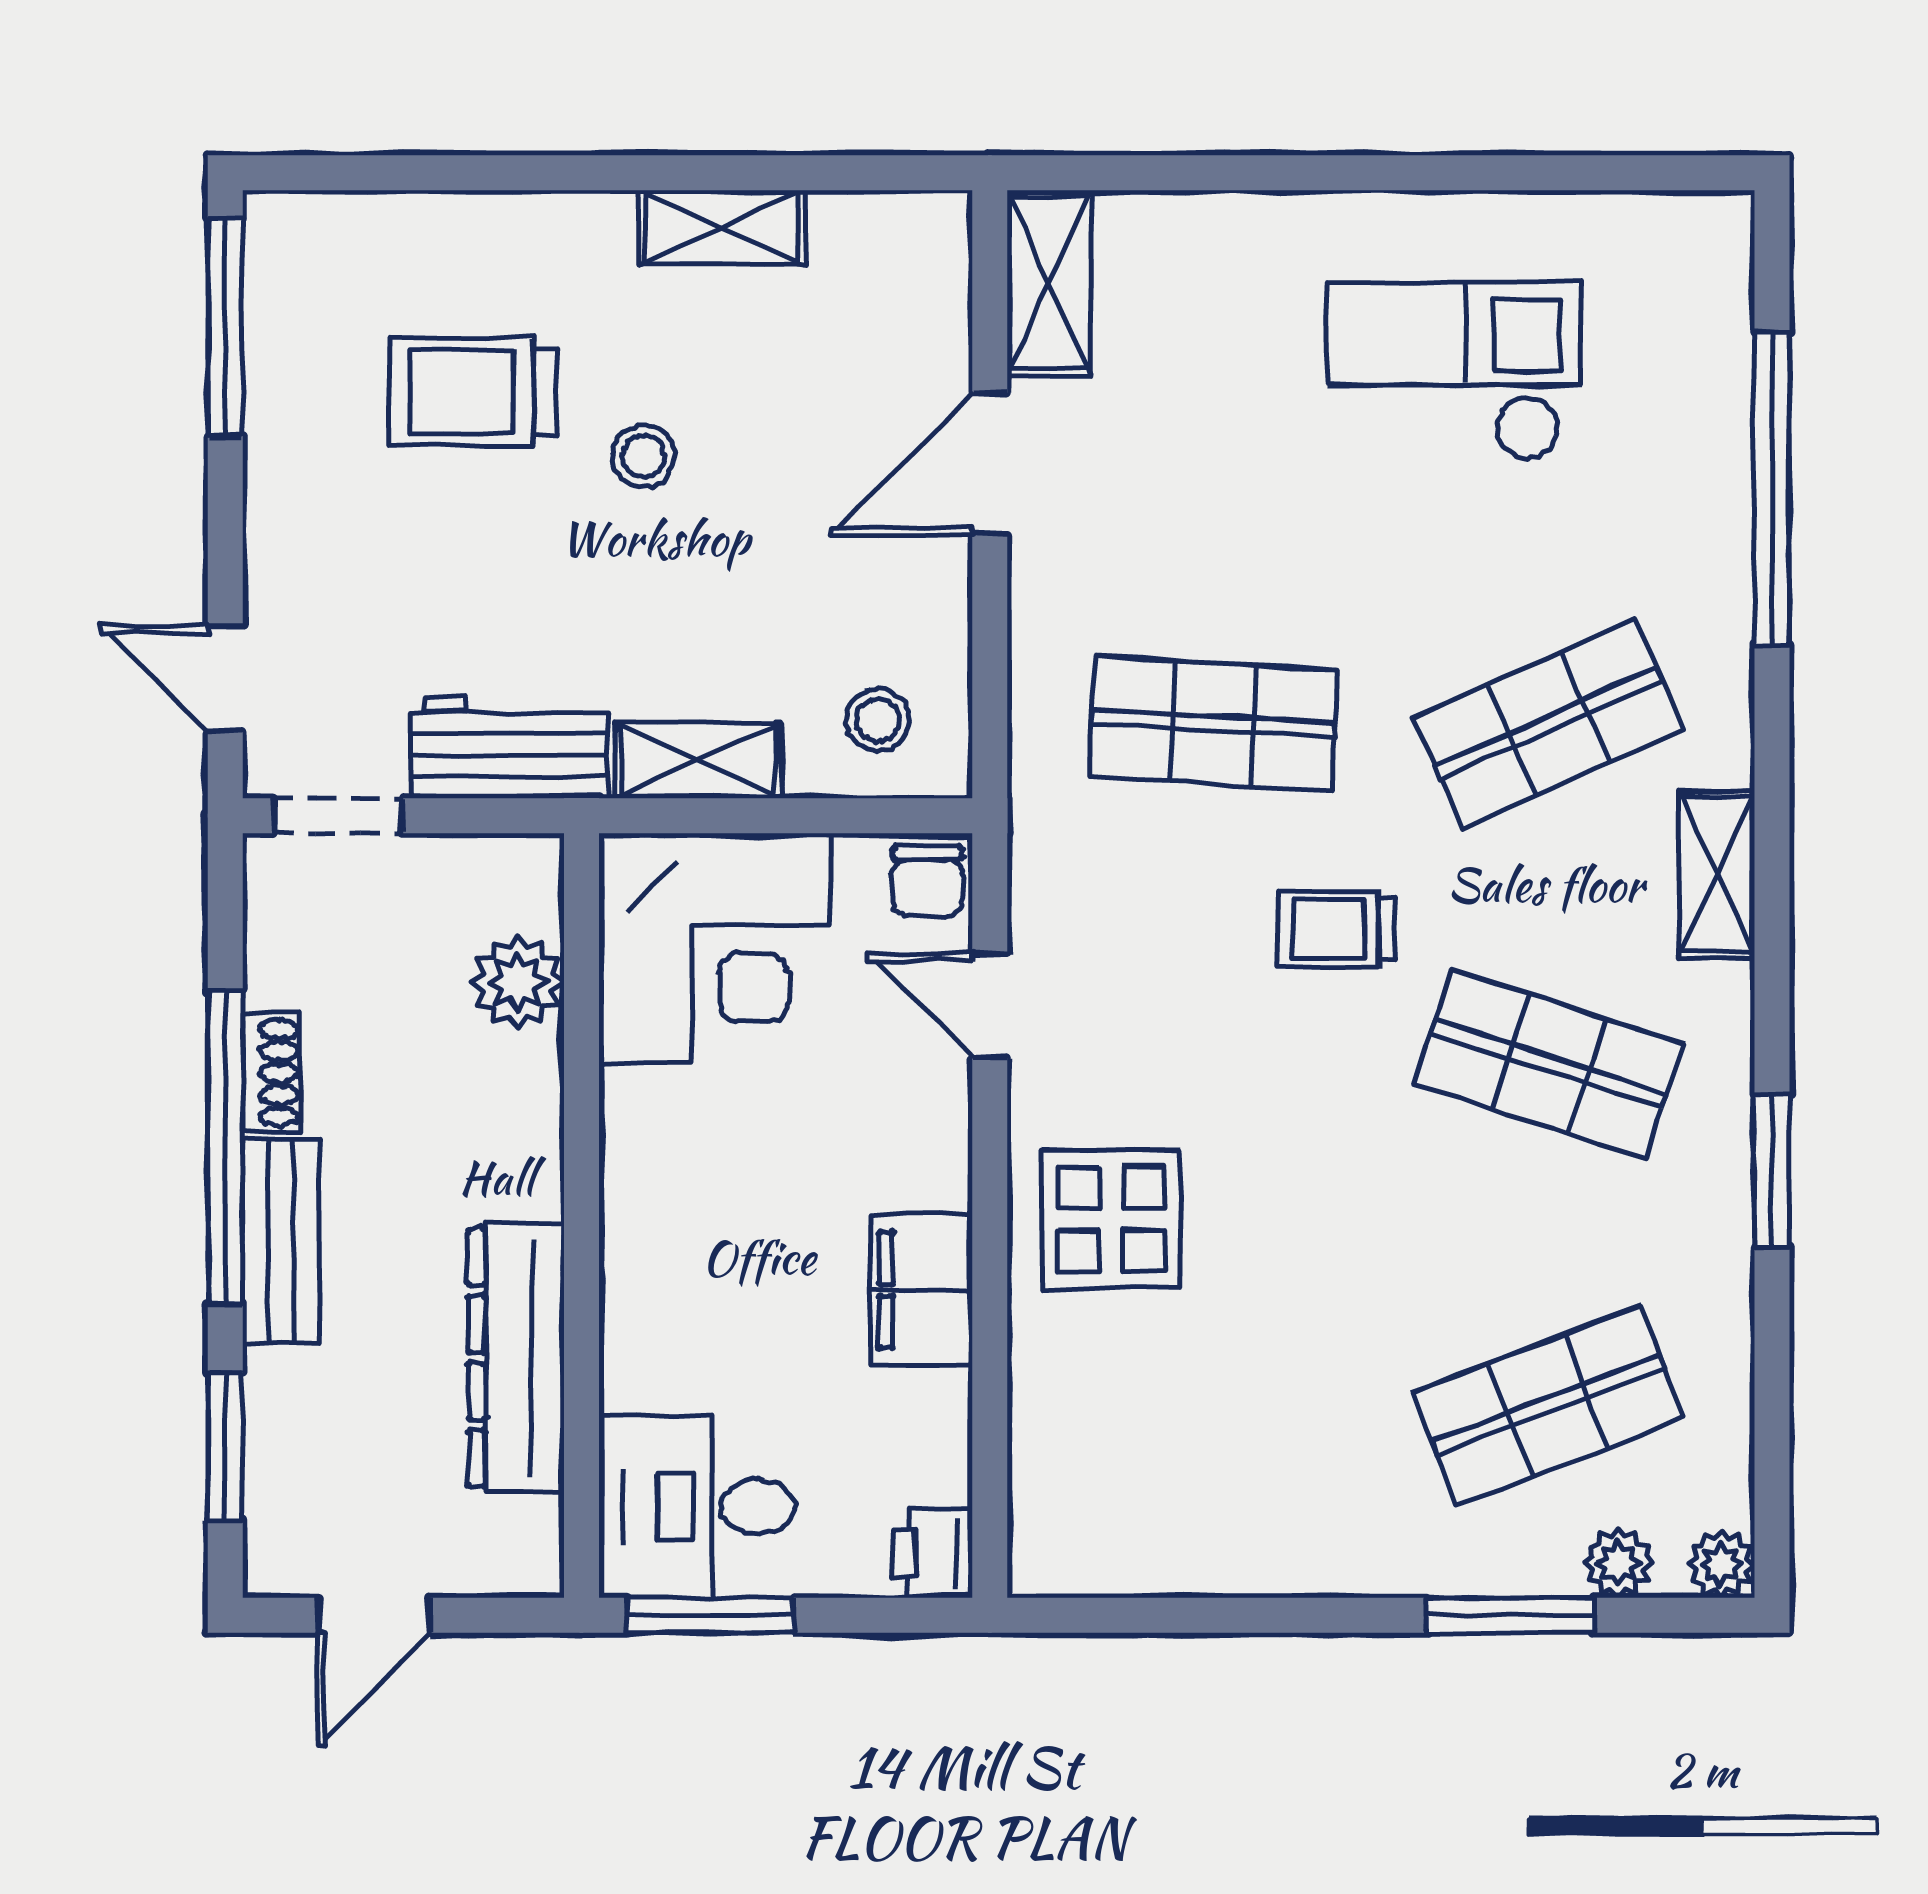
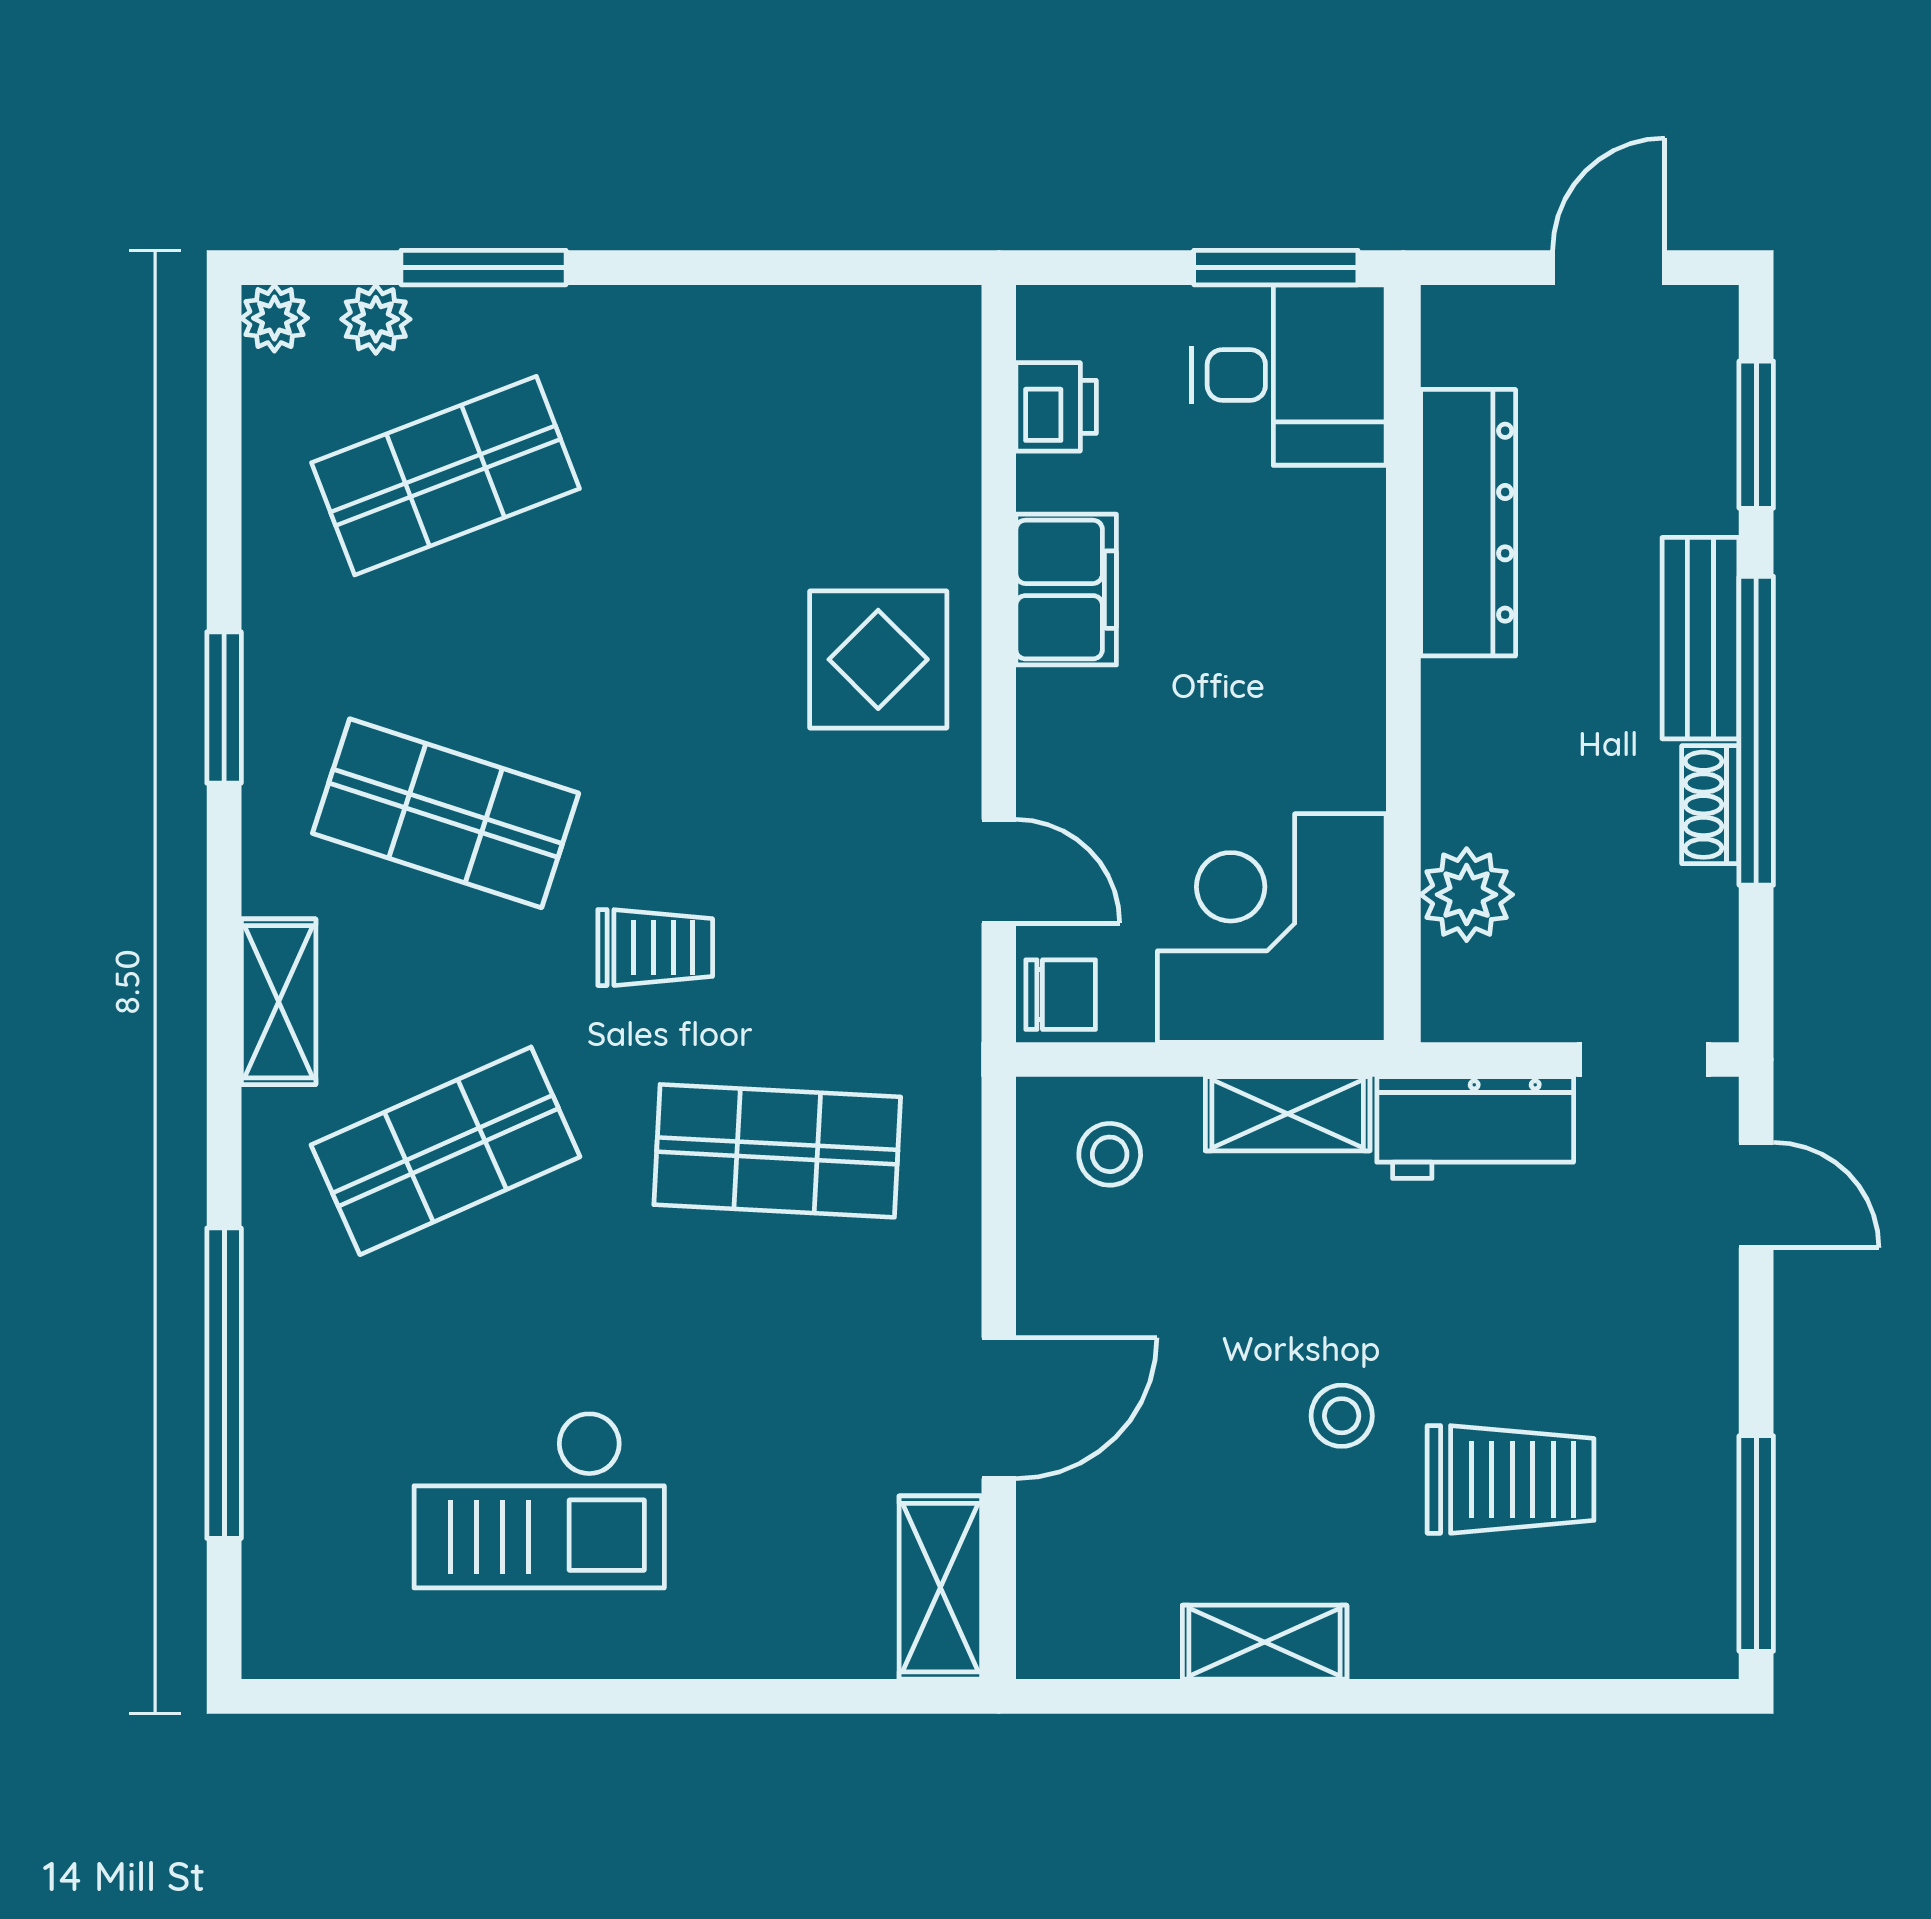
chair: (927, 881) -> (1061, 995), turned 90
printer: (932, 1553) -> (1056, 407), moved

